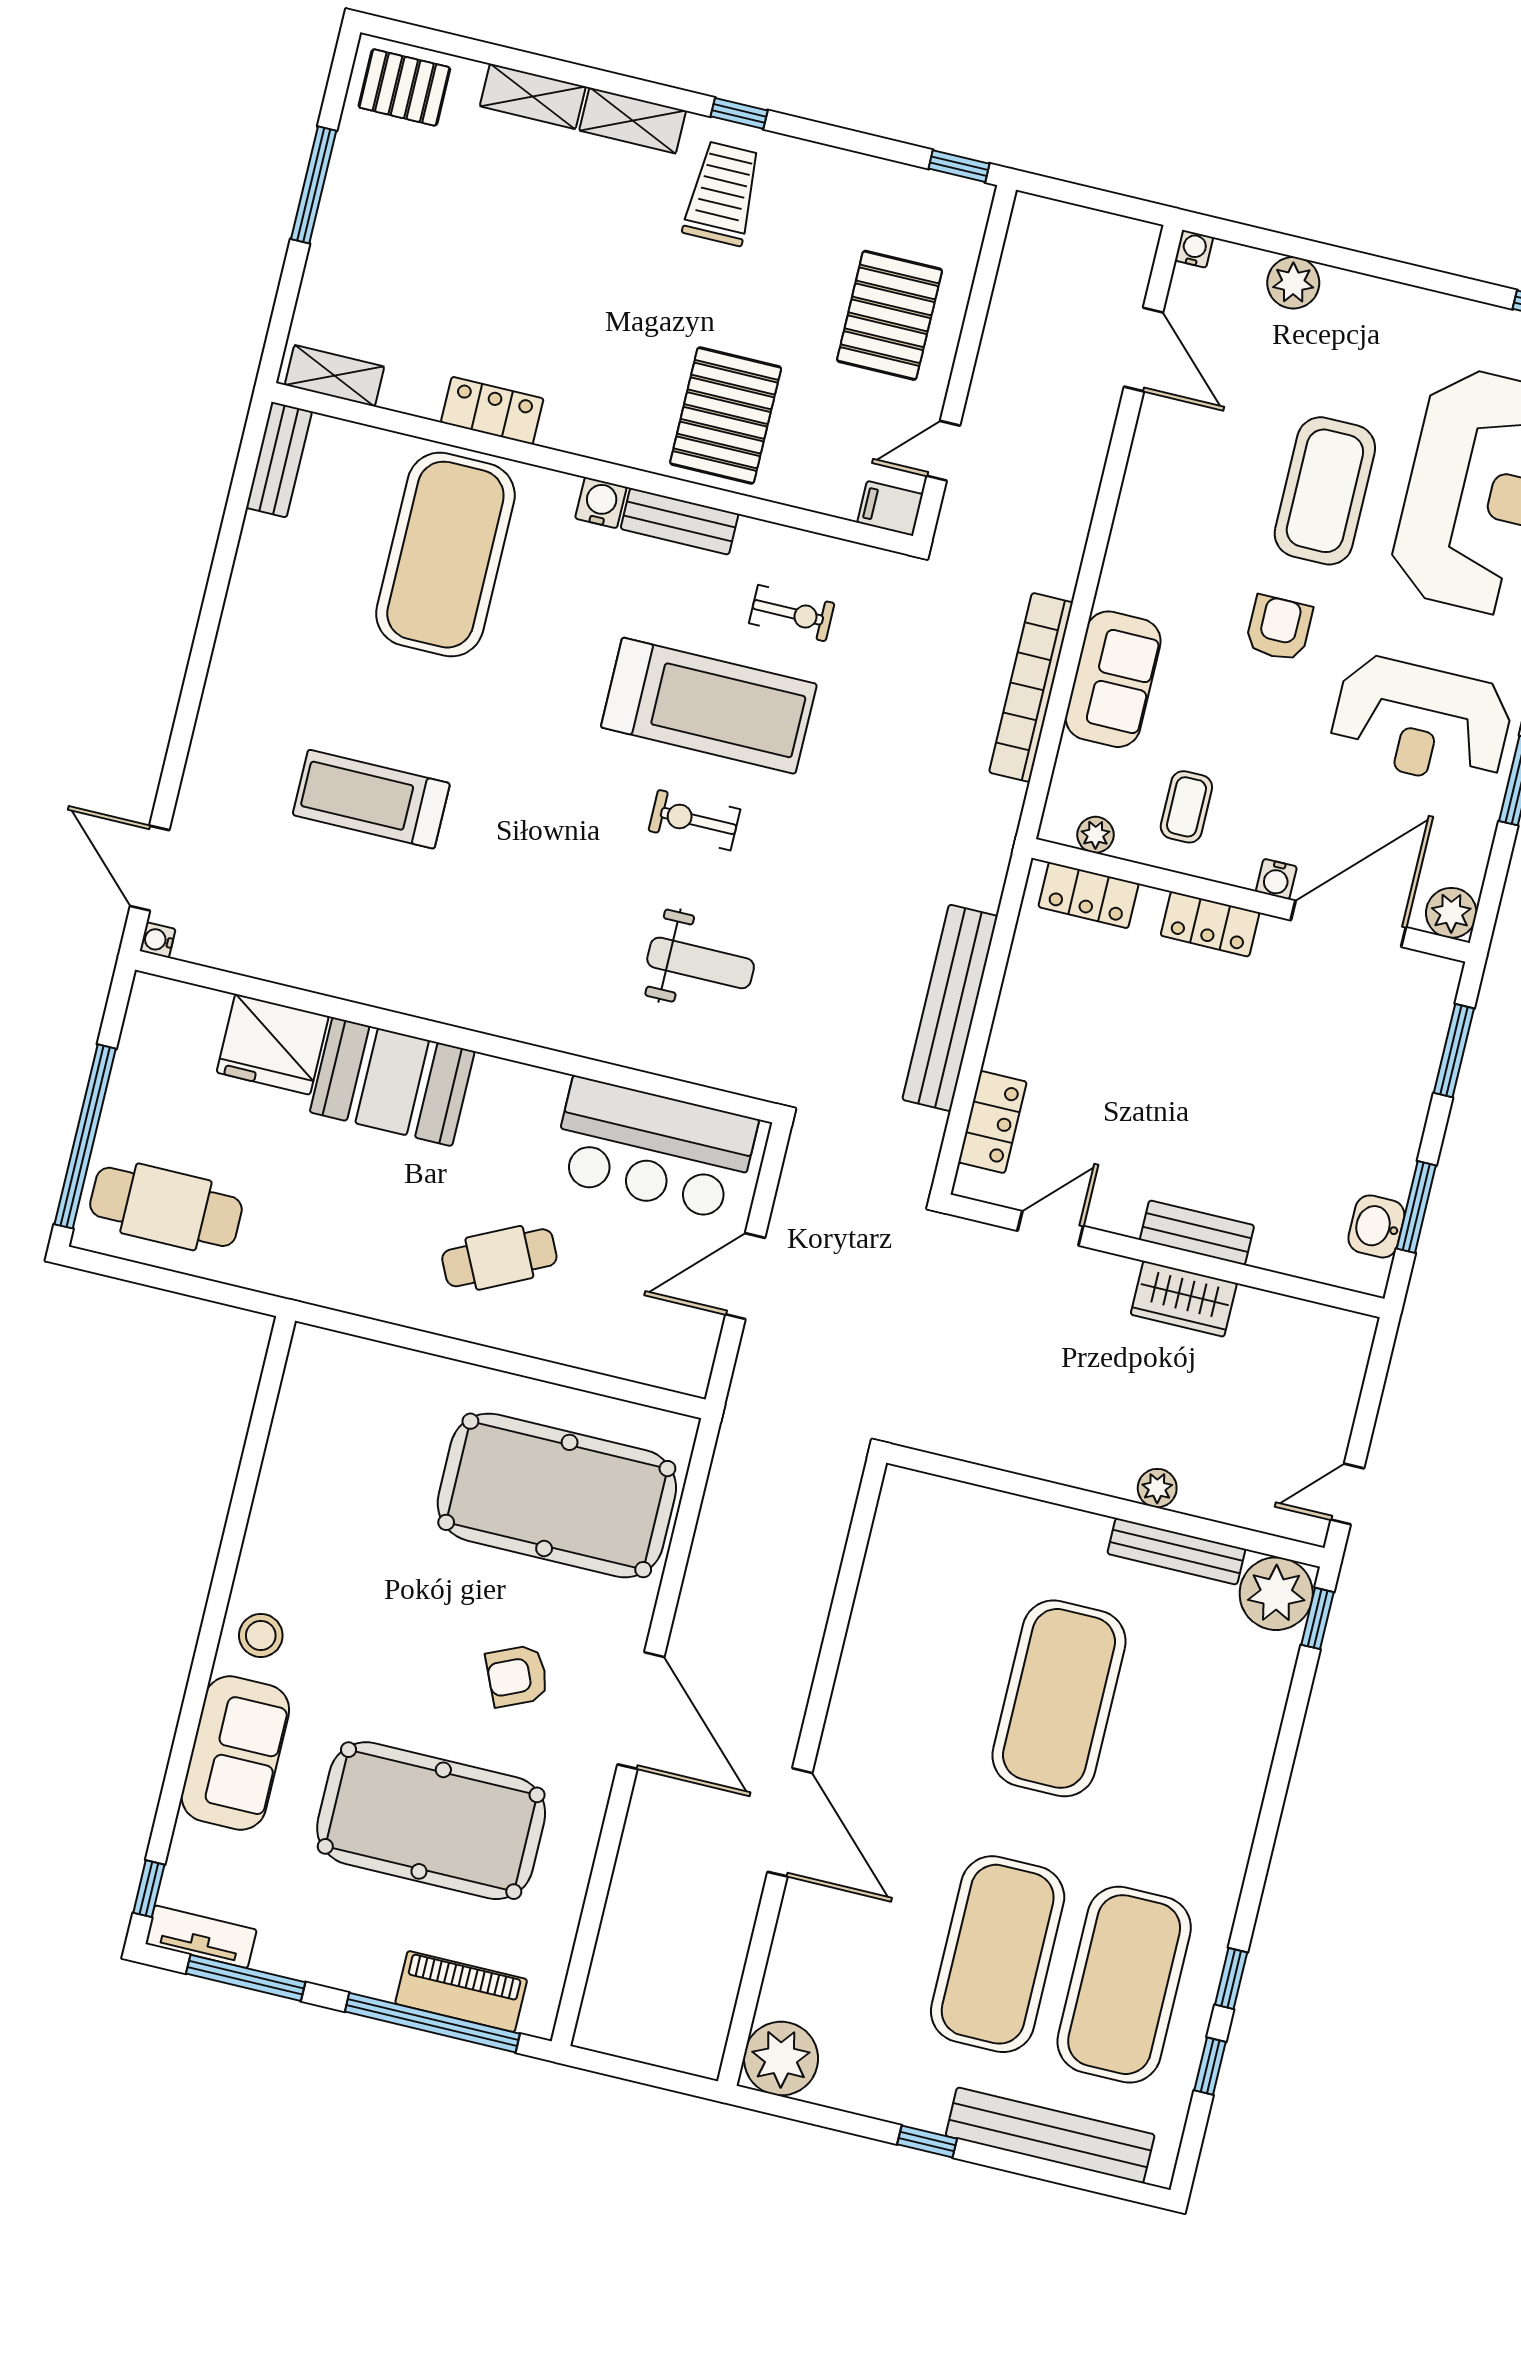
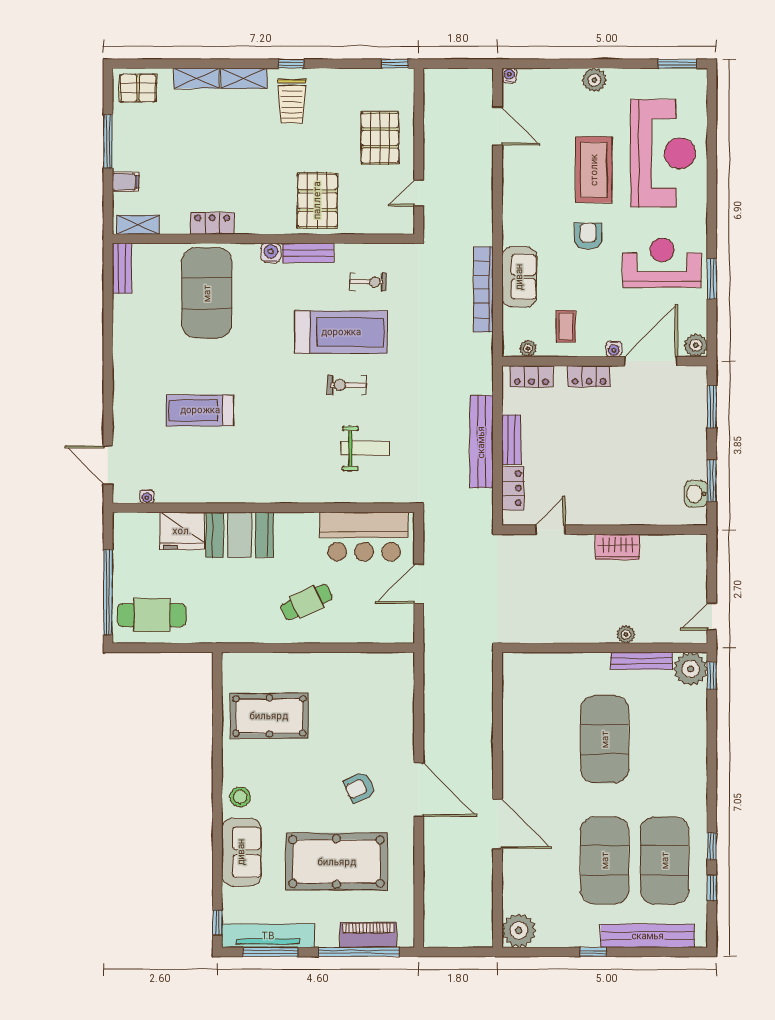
trolley: (722, 193) -> (292, 101), turned 180
plant: (1293, 283) -> (594, 80), moved
filing cabinet: (890, 508) -> (126, 182), moved, turned 180
reception desk: (1422, 722) -> (662, 263), turned 180
water cooler: (158, 940) -> (147, 496), moved, turned -90
bench: (1197, 1233) -> (511, 440), moved, turned 90
pool table: (557, 1495) -> (269, 716), moved, width x0.73, depth x0.76
tv unit: (201, 1937) -> (268, 936), width x1.92, depth x1.29

